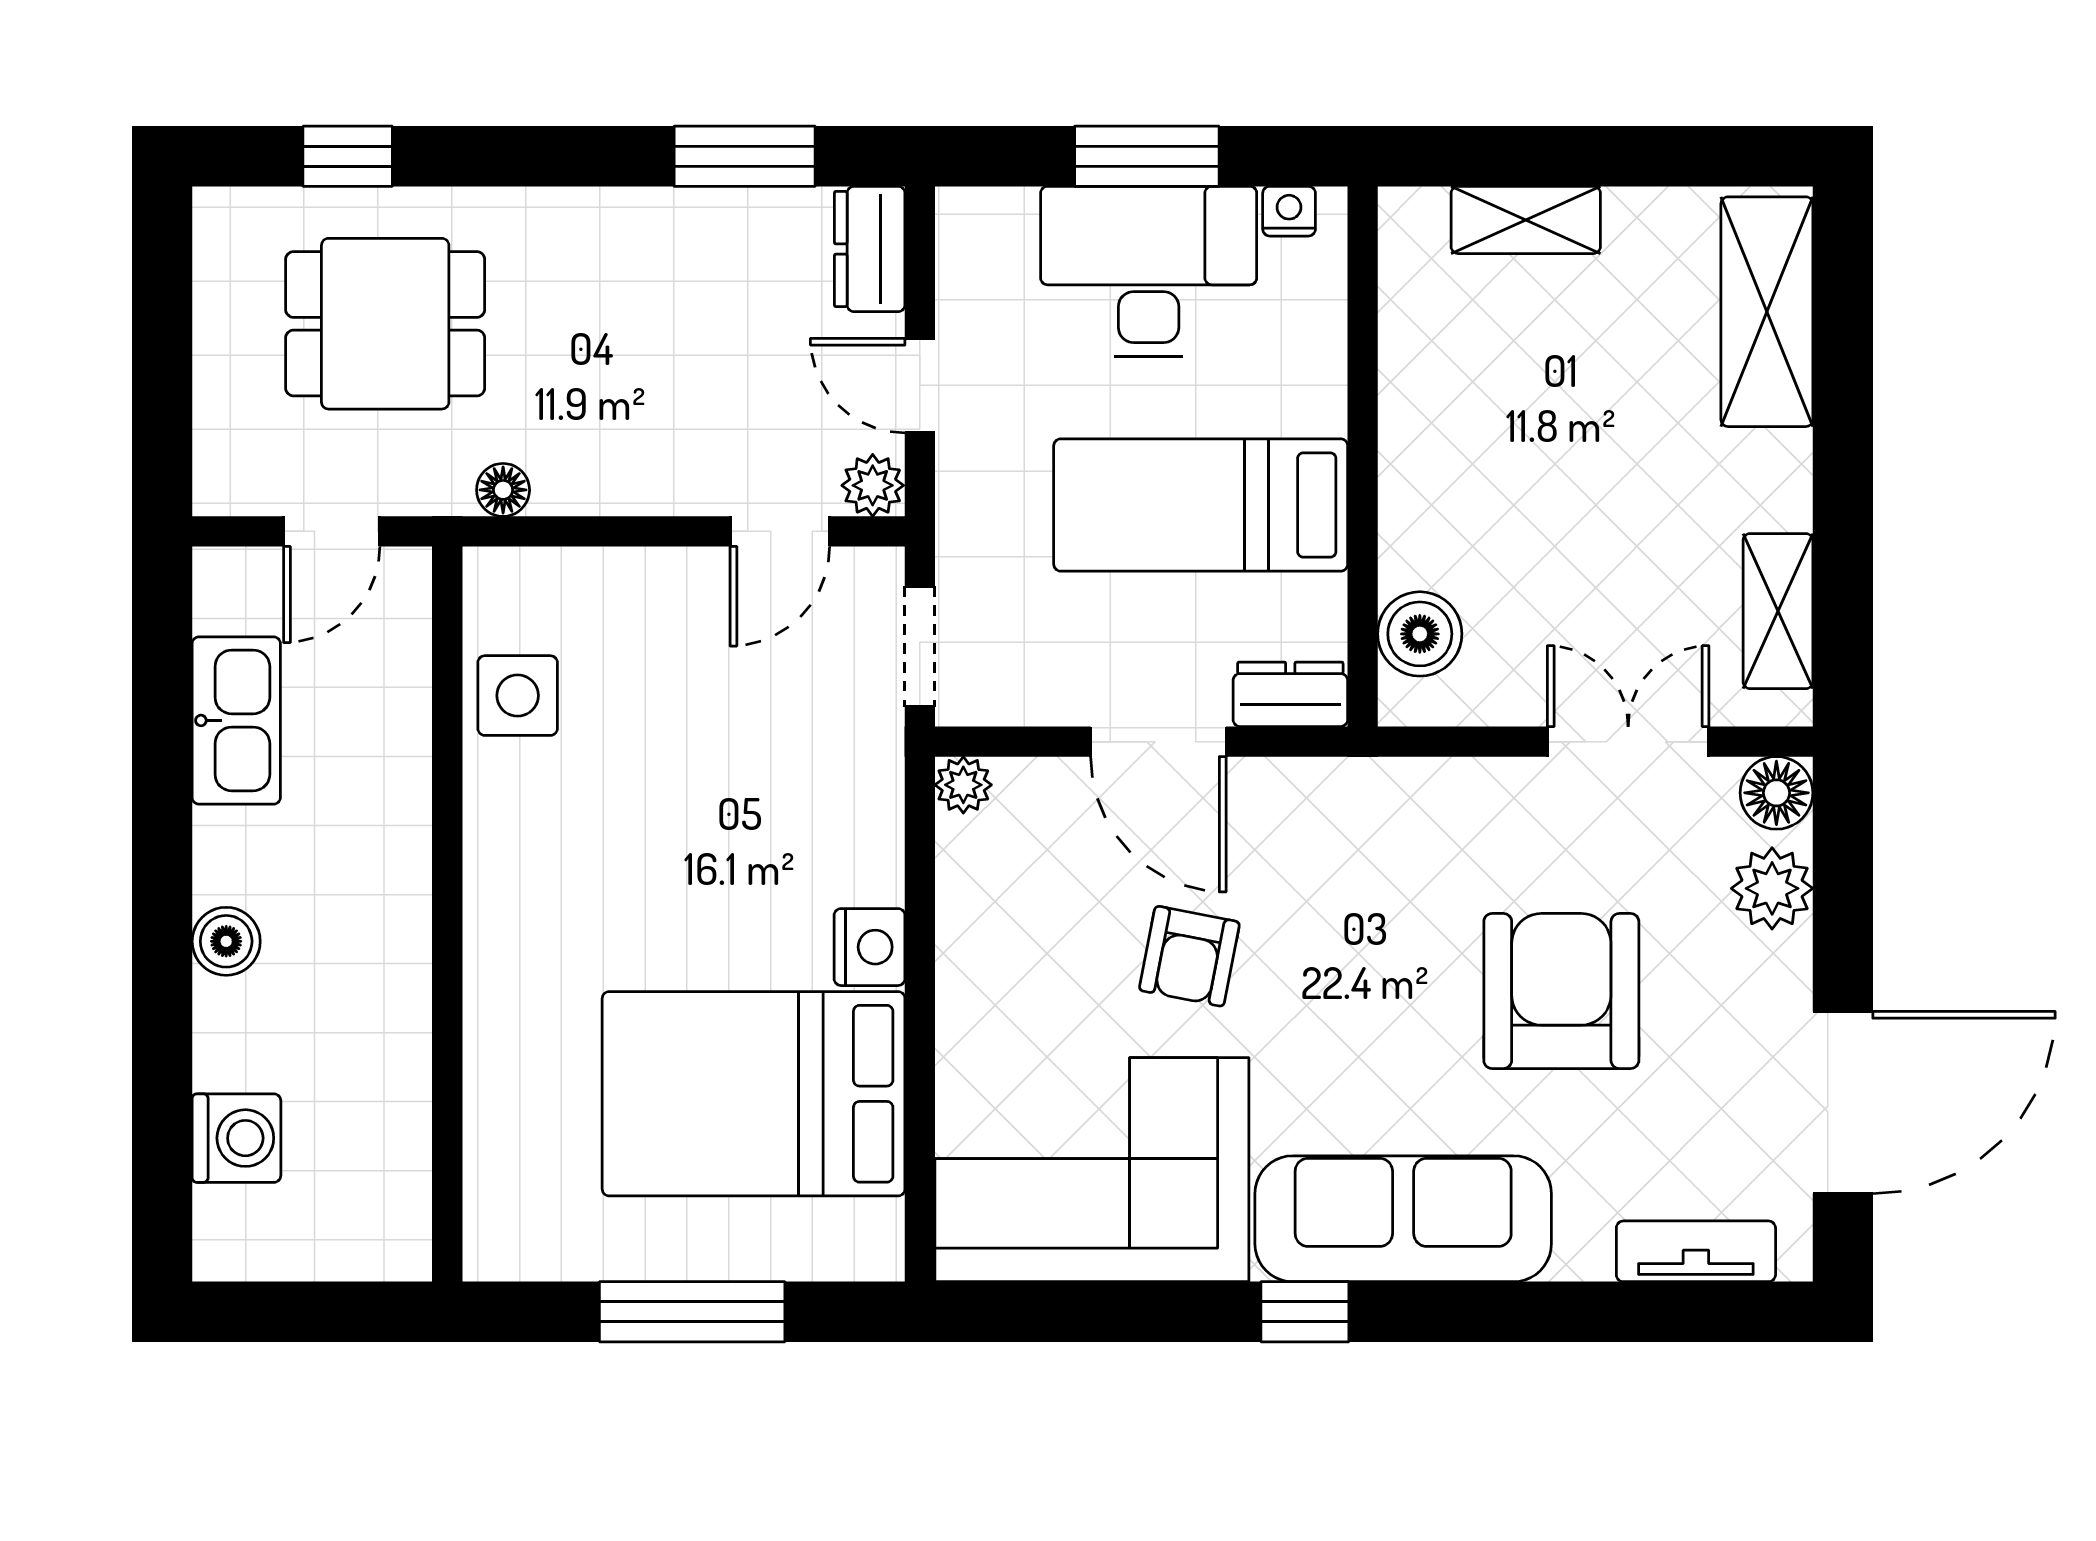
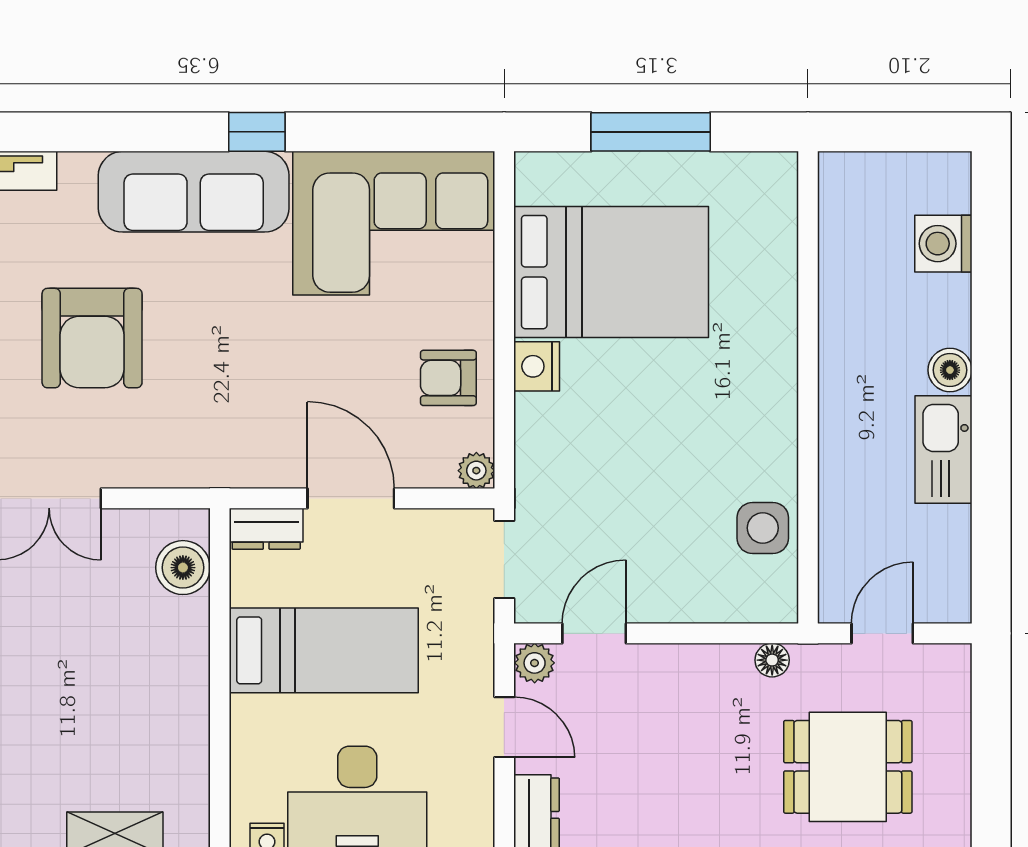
kitchen sink: (236, 720) -> (943, 449), moved
armchair: (1189, 956) -> (448, 378), moved, turned -101

